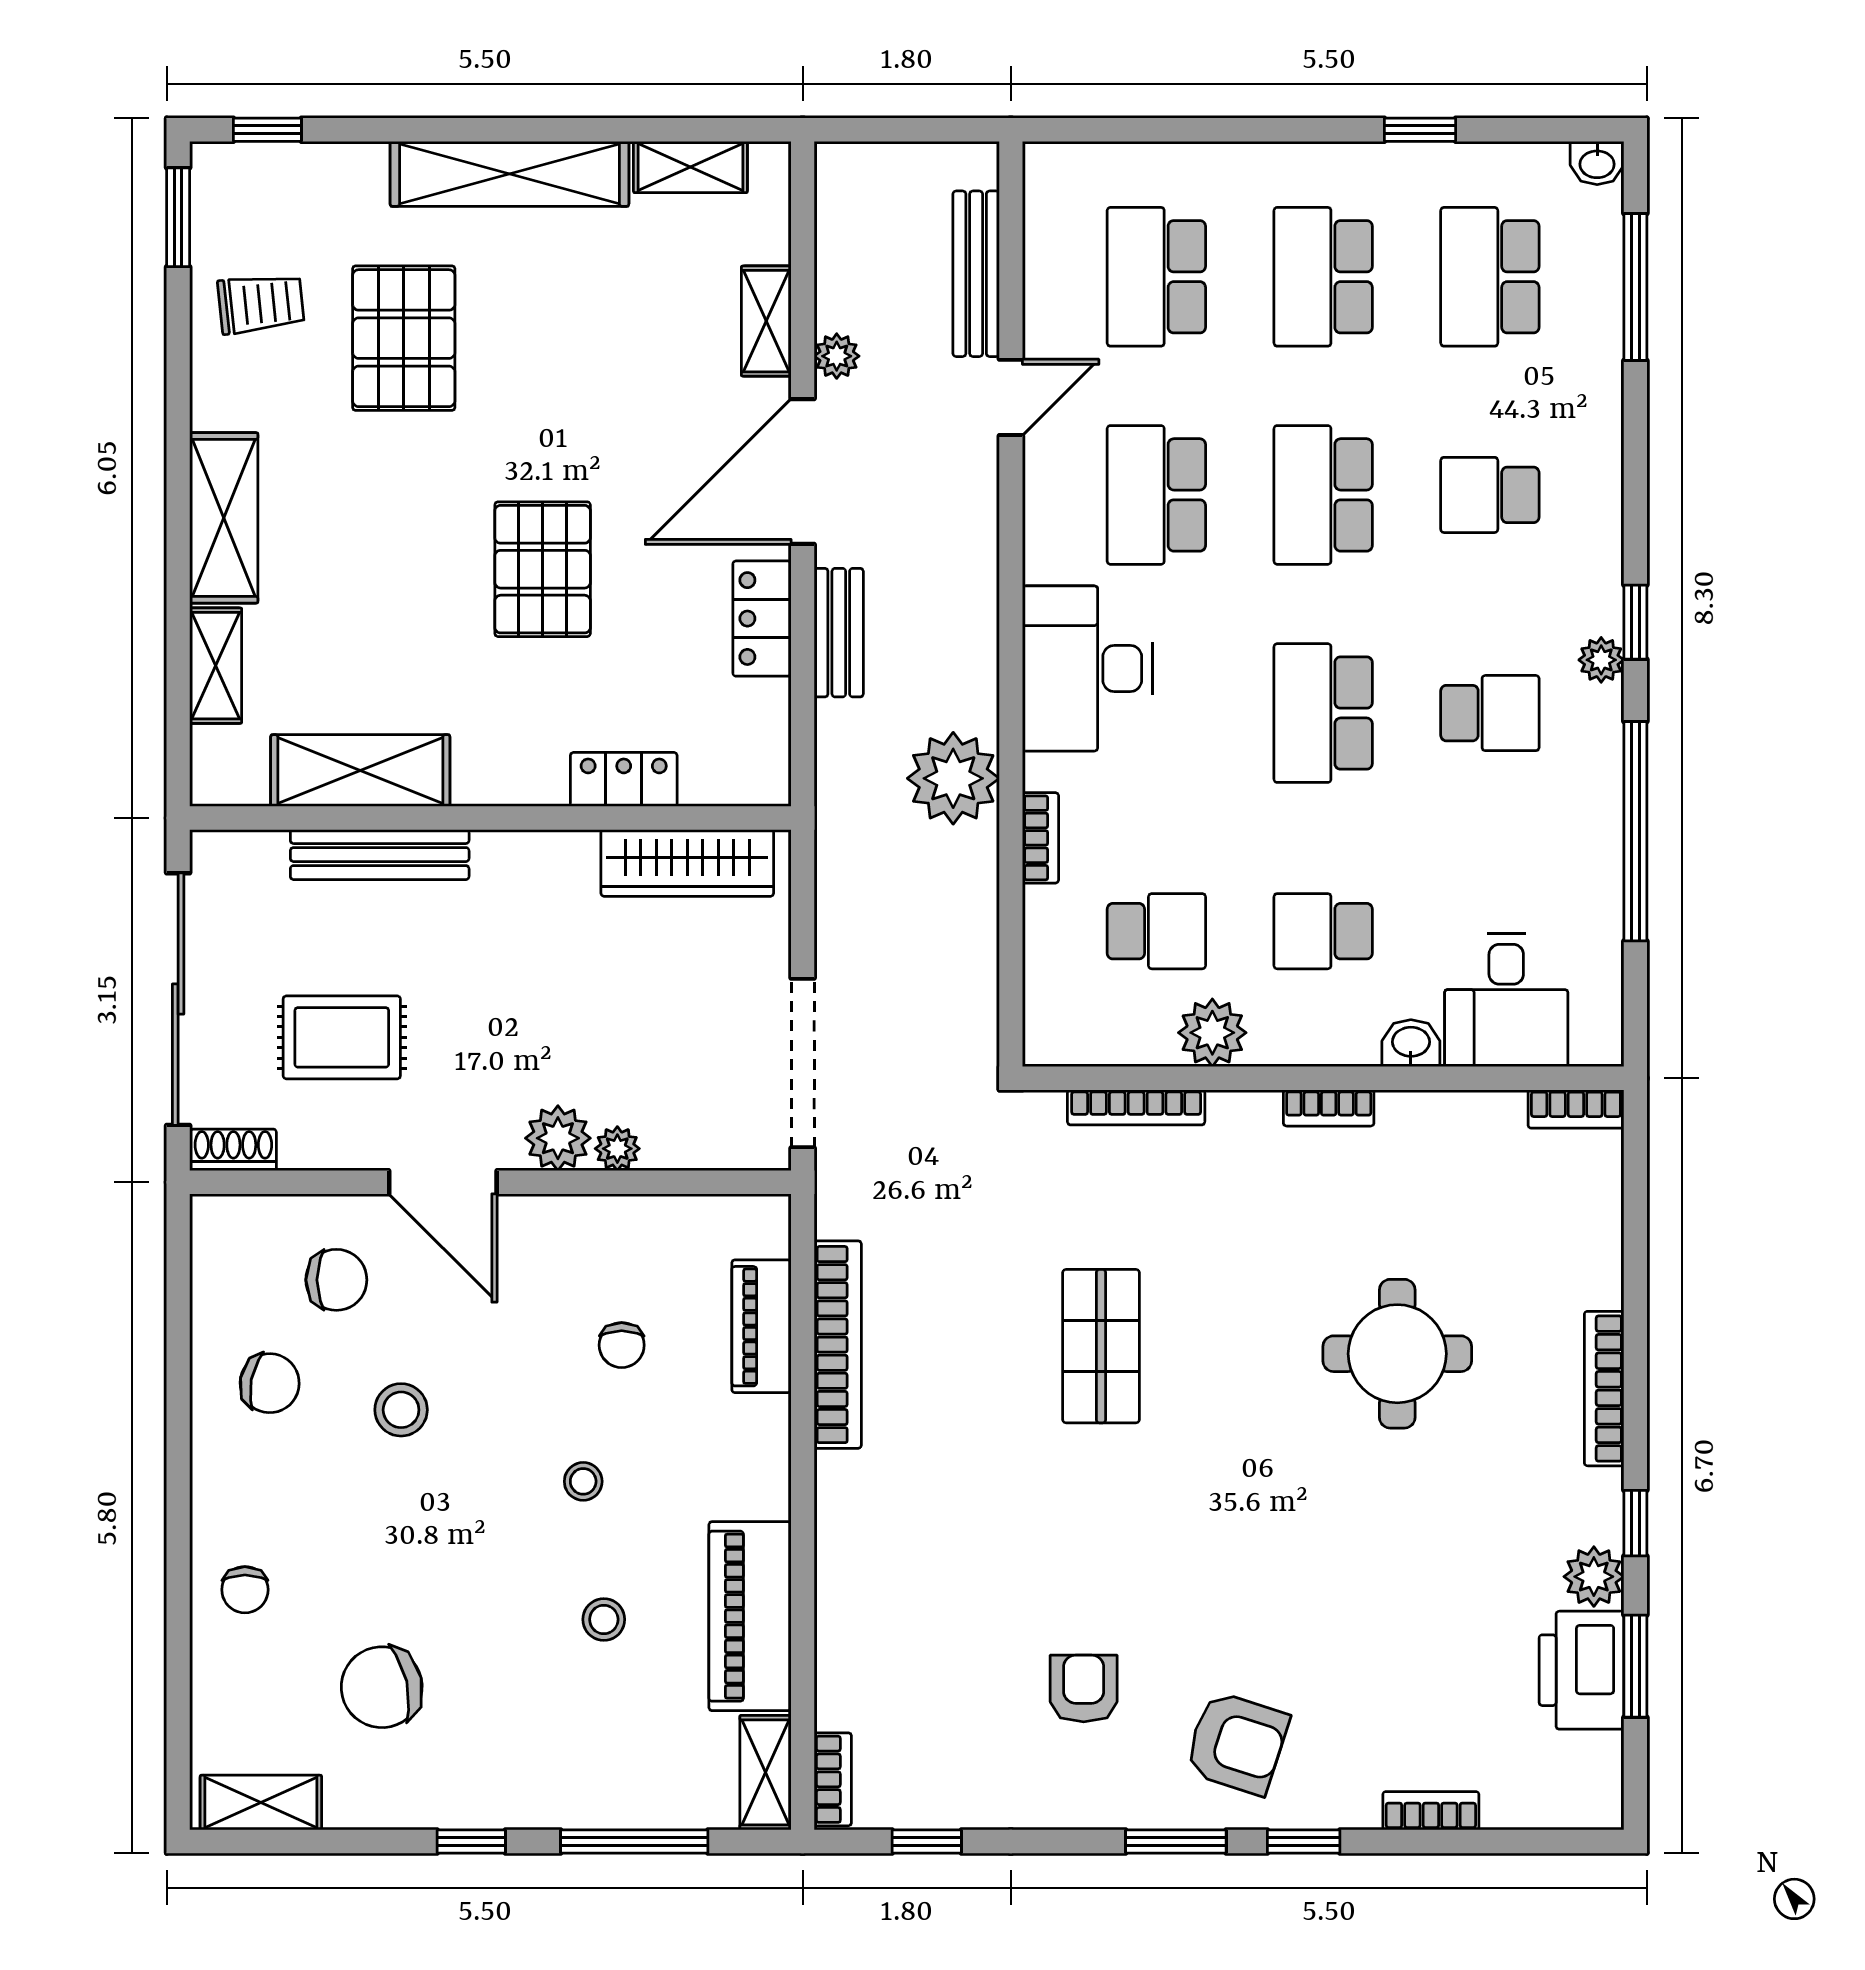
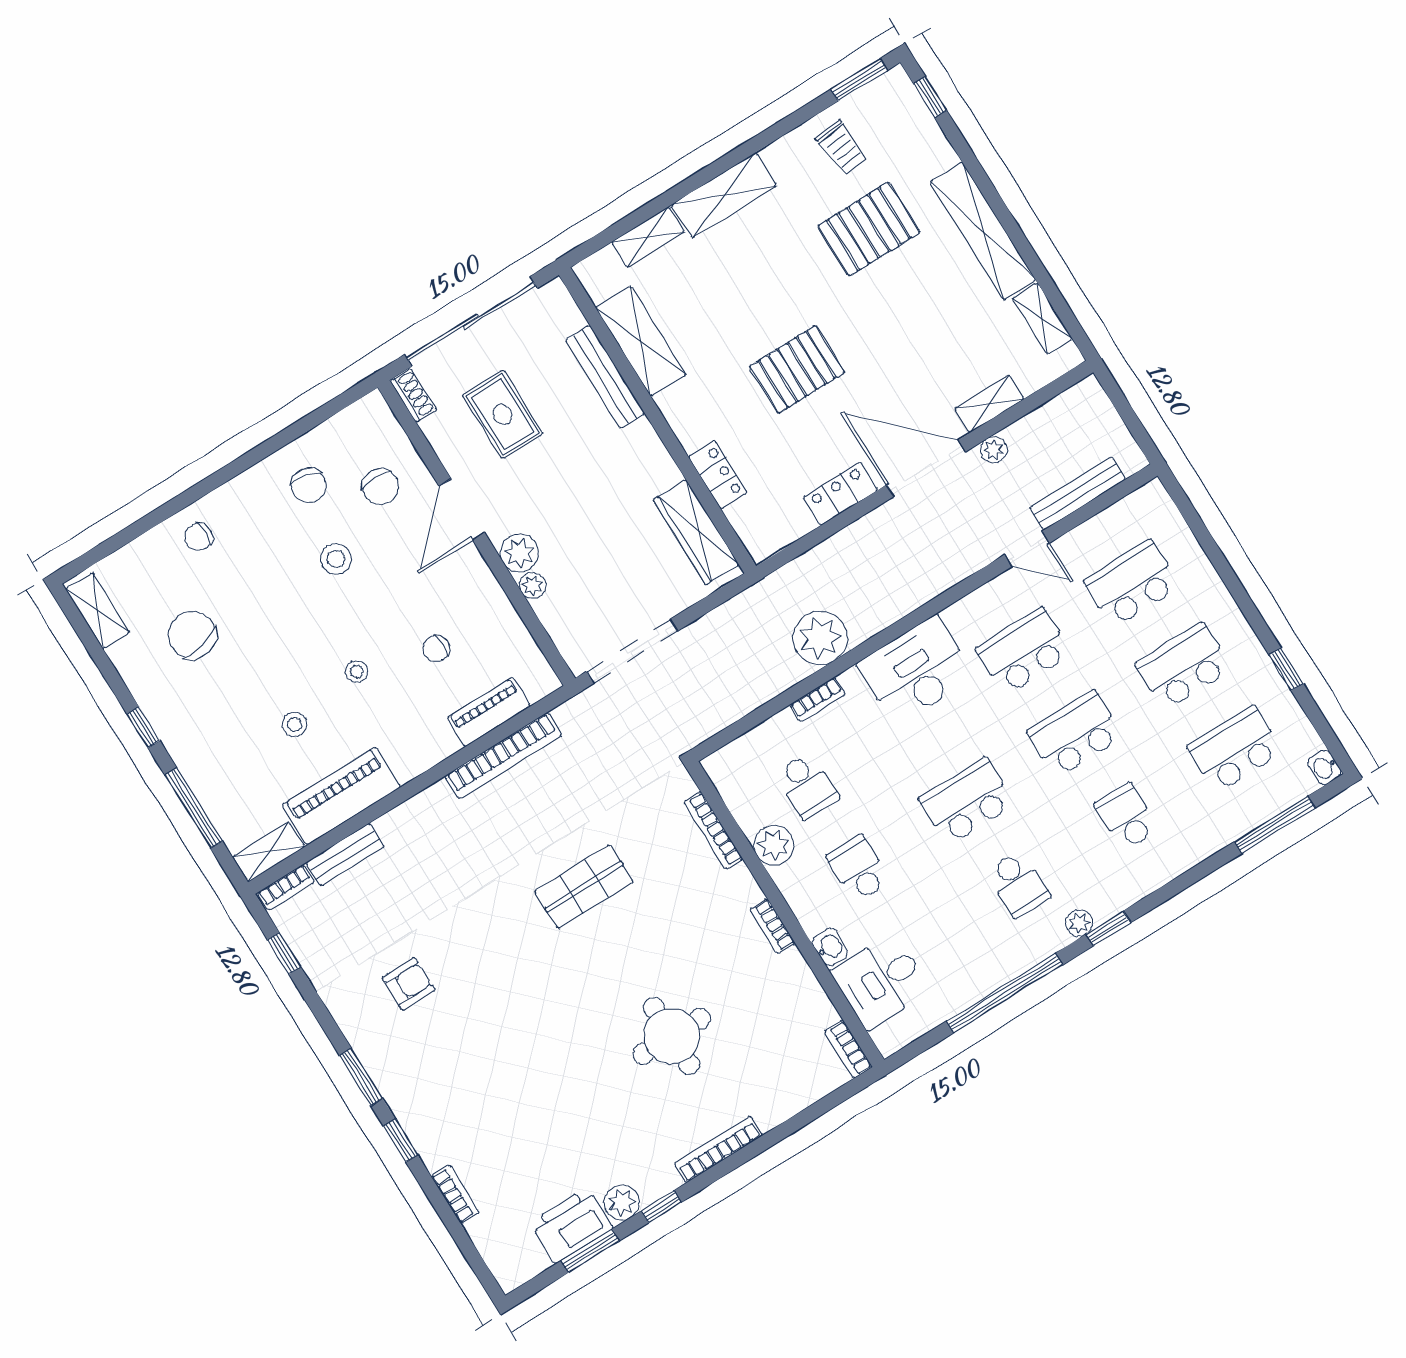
bench: (839, 633) -> (345, 855), moved
armchair: (1237, 1743) -> (429, 1077), removed

